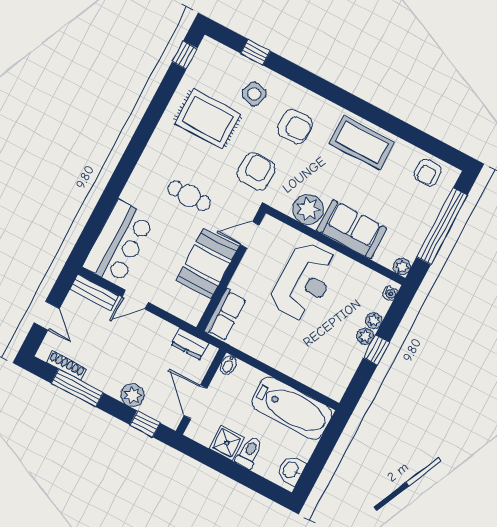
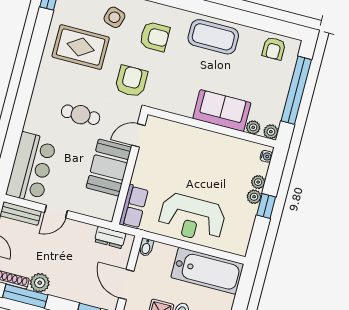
plant: (308, 209) -> (253, 127), moved, width x0.53, depth x0.53
reception desk: (304, 281) -> (192, 218), moved, turned 90
plant: (133, 395) -> (40, 283), moved

